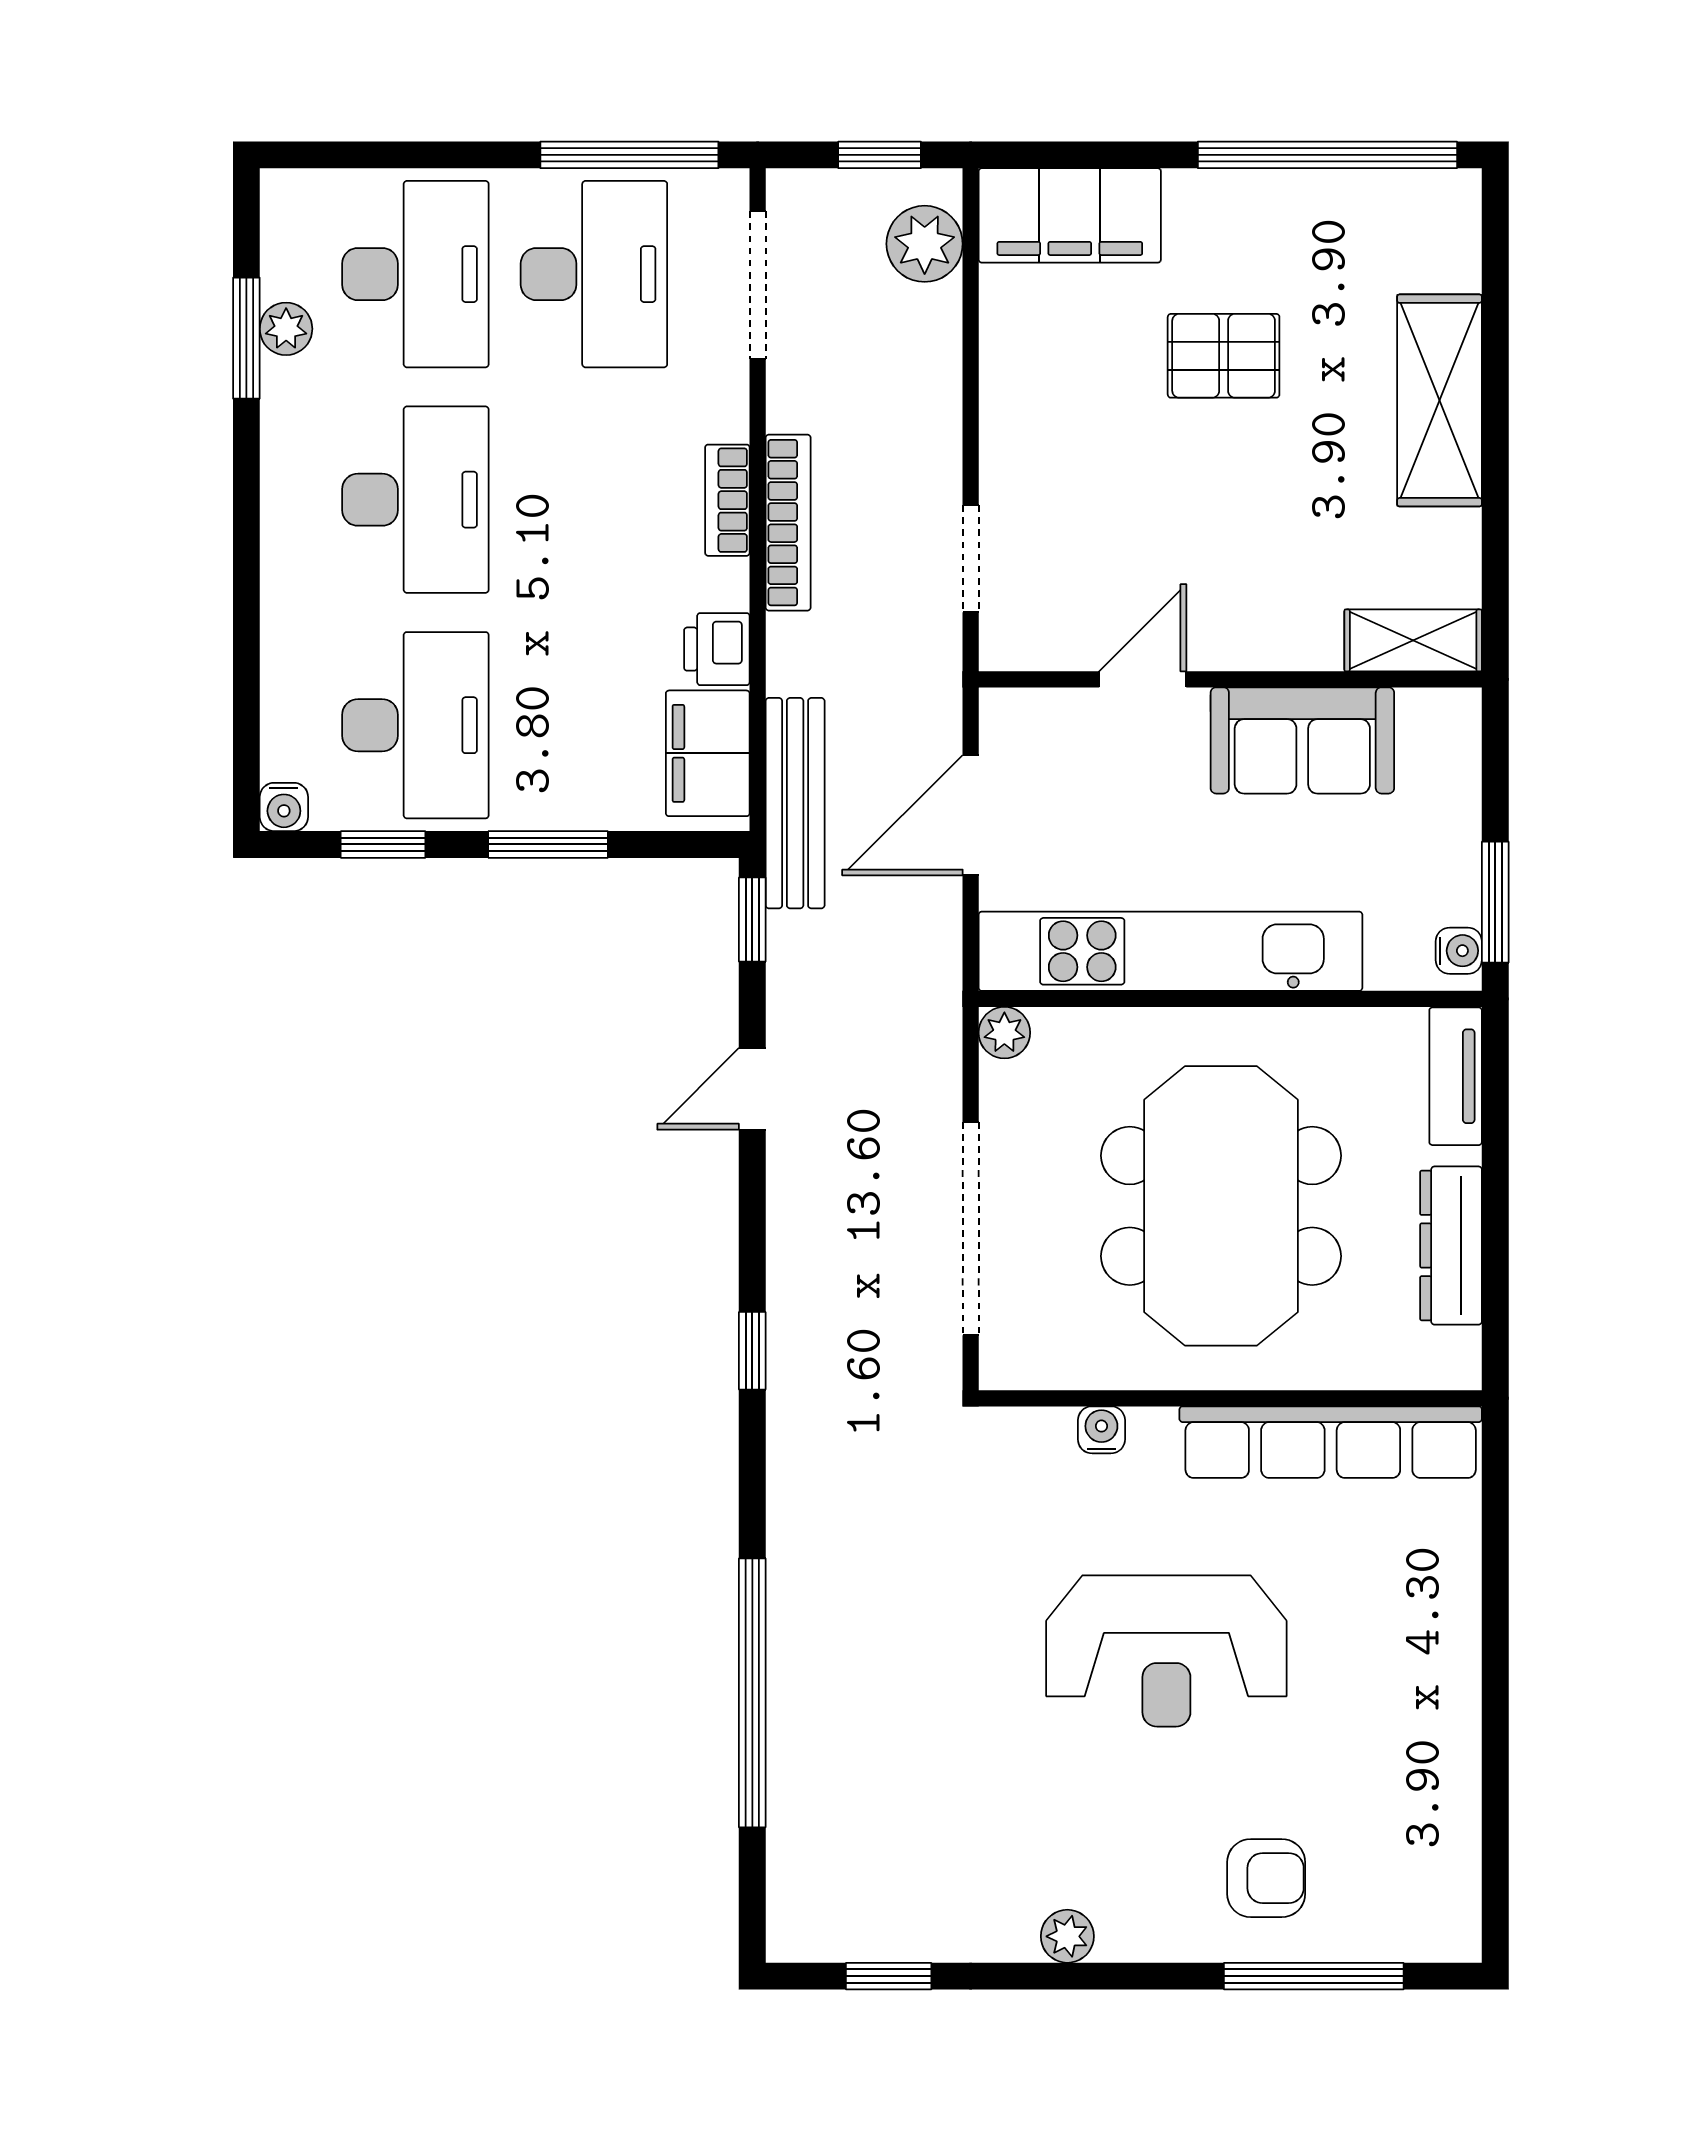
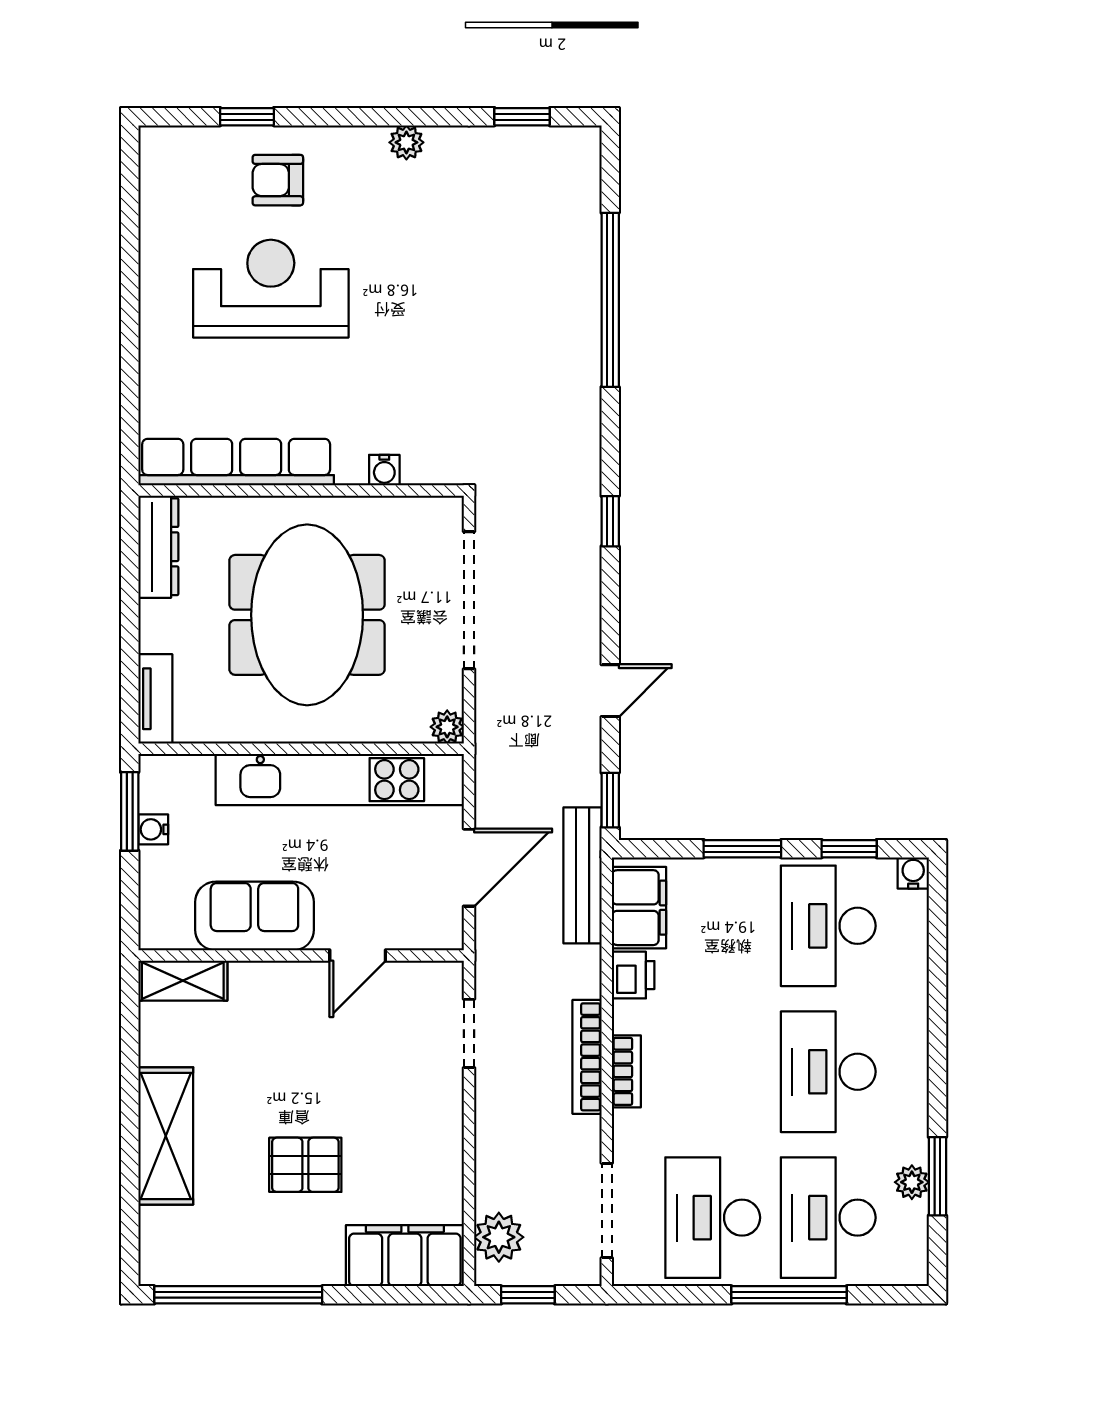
window: (629, 155) -> (789, 1295), moved
water cooler: (1459, 951) -> (153, 829), moved
dresser: (1451, 1246) -> (158, 547), moved
reception desk: (1166, 1651) -> (271, 289), moved
window: (1314, 1976) -> (247, 117), width x0.46

